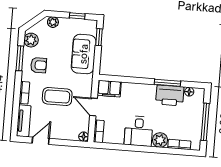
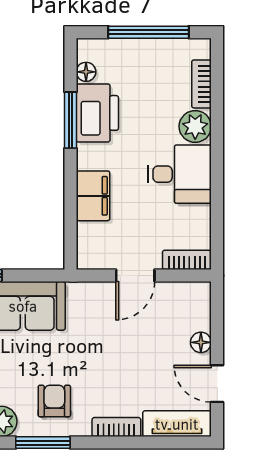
filing cabinet: (109, 89) -> (93, 196), moved
coffee table: (57, 97) -> (119, 356), removed
floor lamp: (84, 137) -> (201, 342), moved

